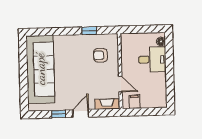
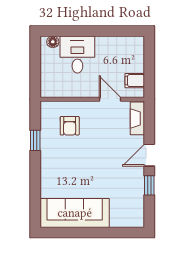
sofa: (40, 69) -> (75, 213), width x0.74, depth x0.79
door: (120, 84) -> (110, 99), hinge flipped
door: (81, 113) -> (149, 155), hinge flipped

